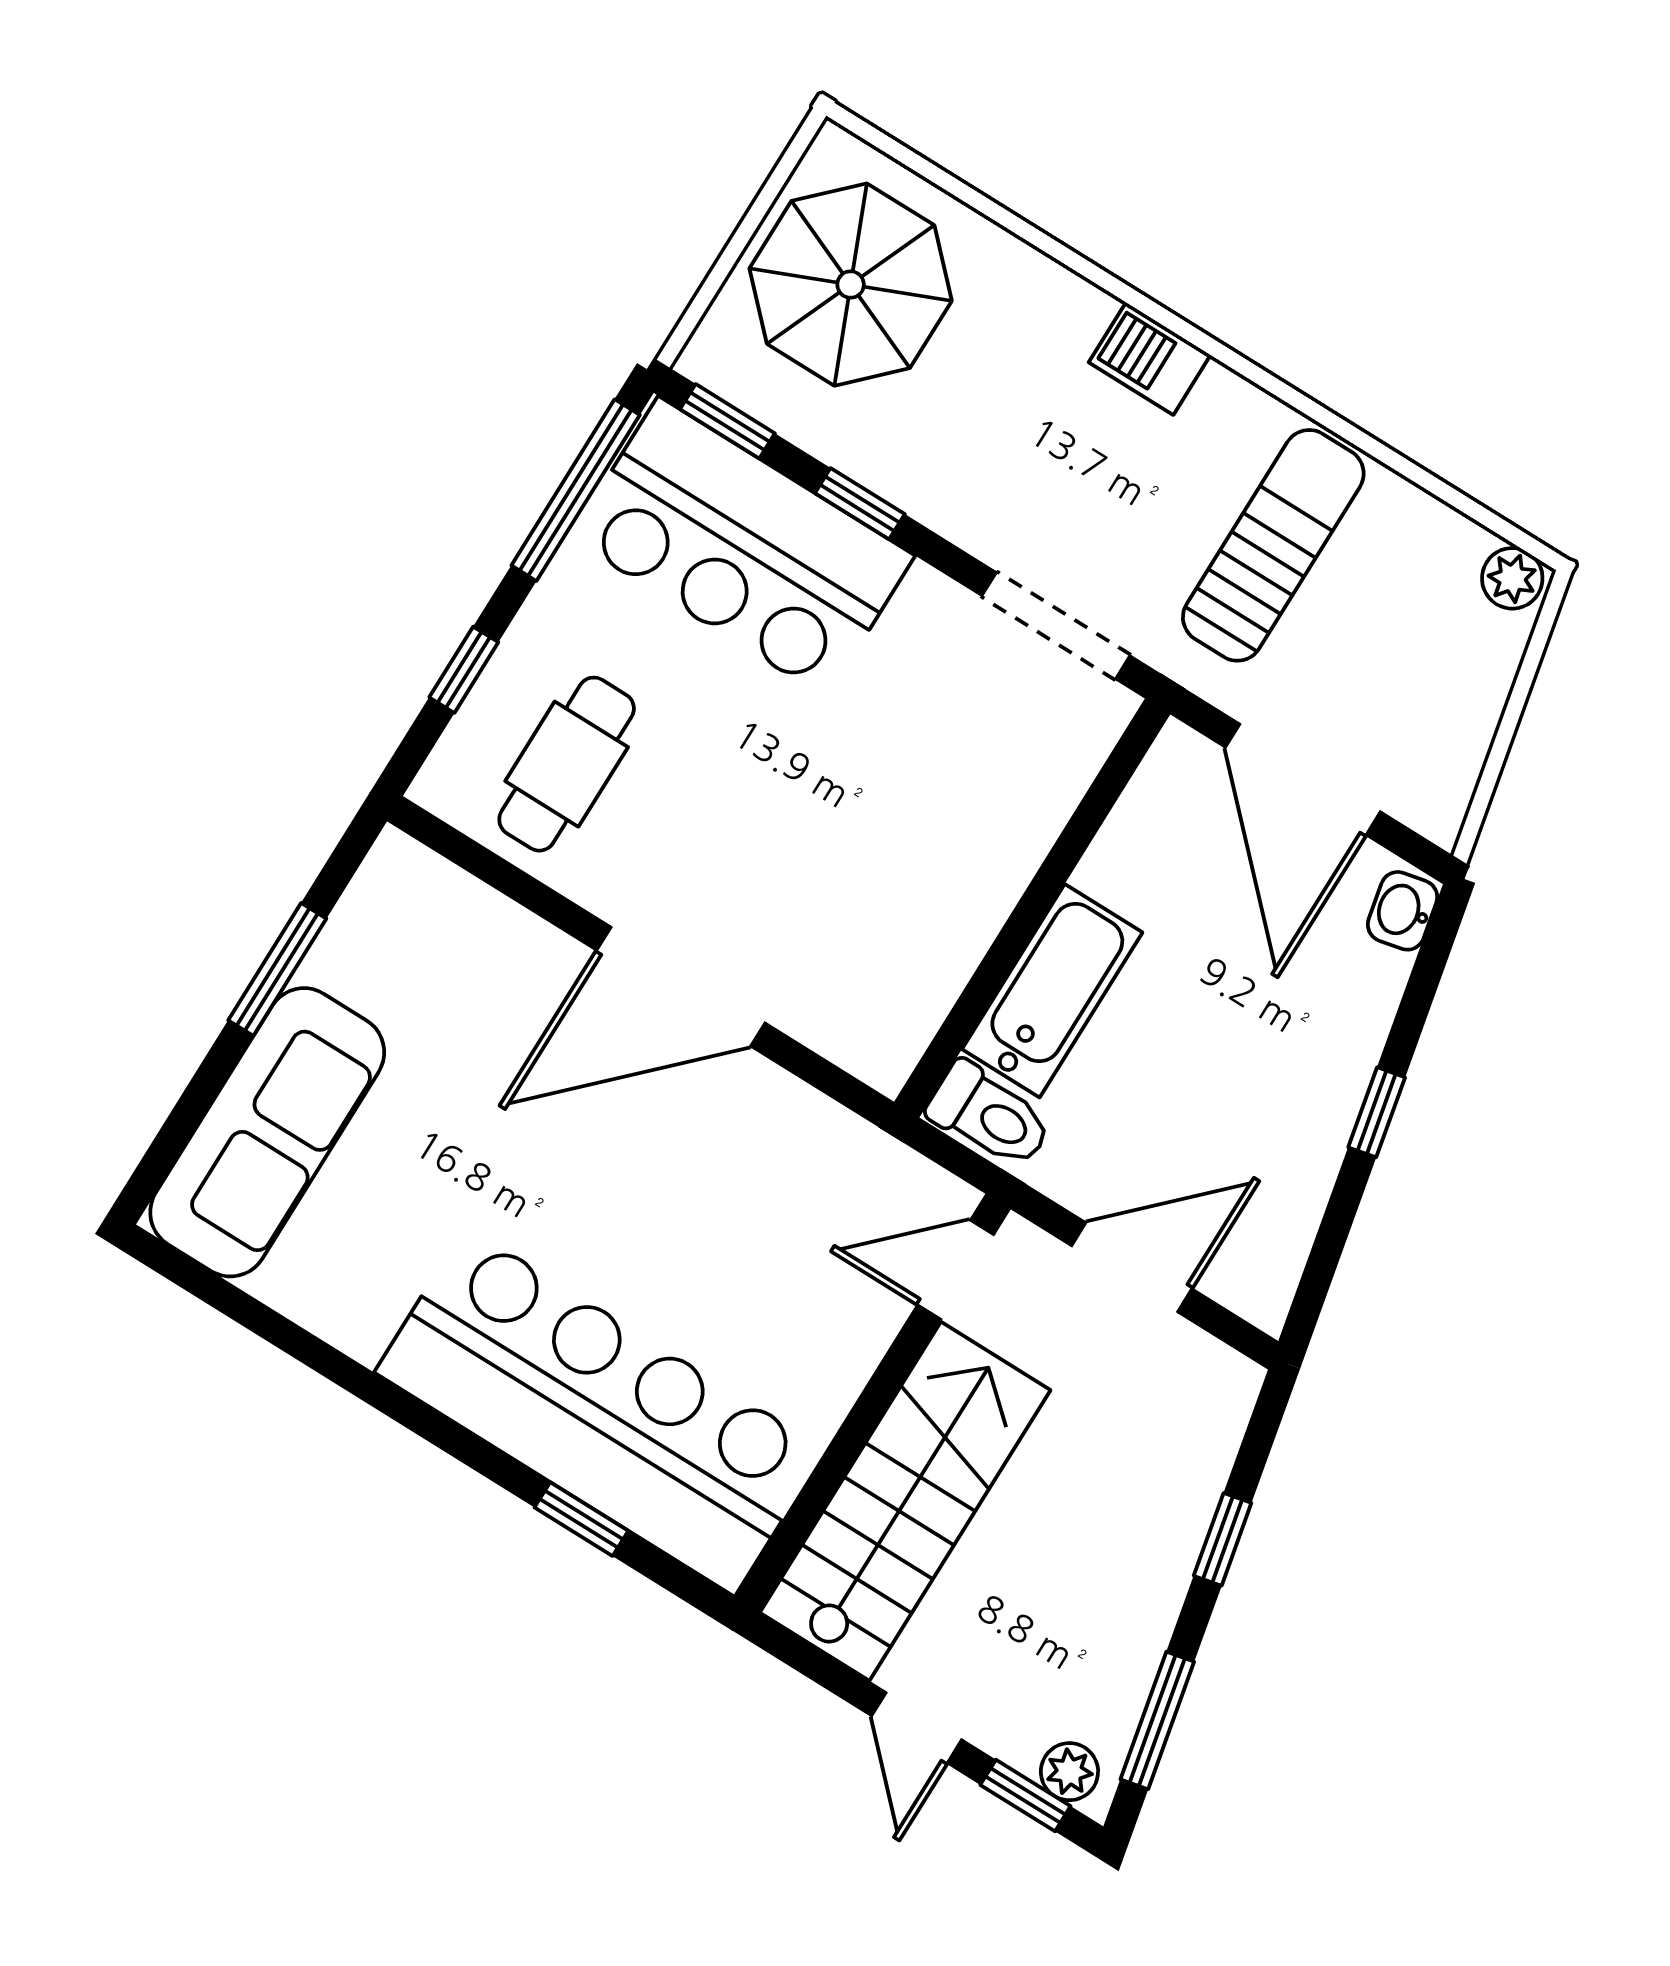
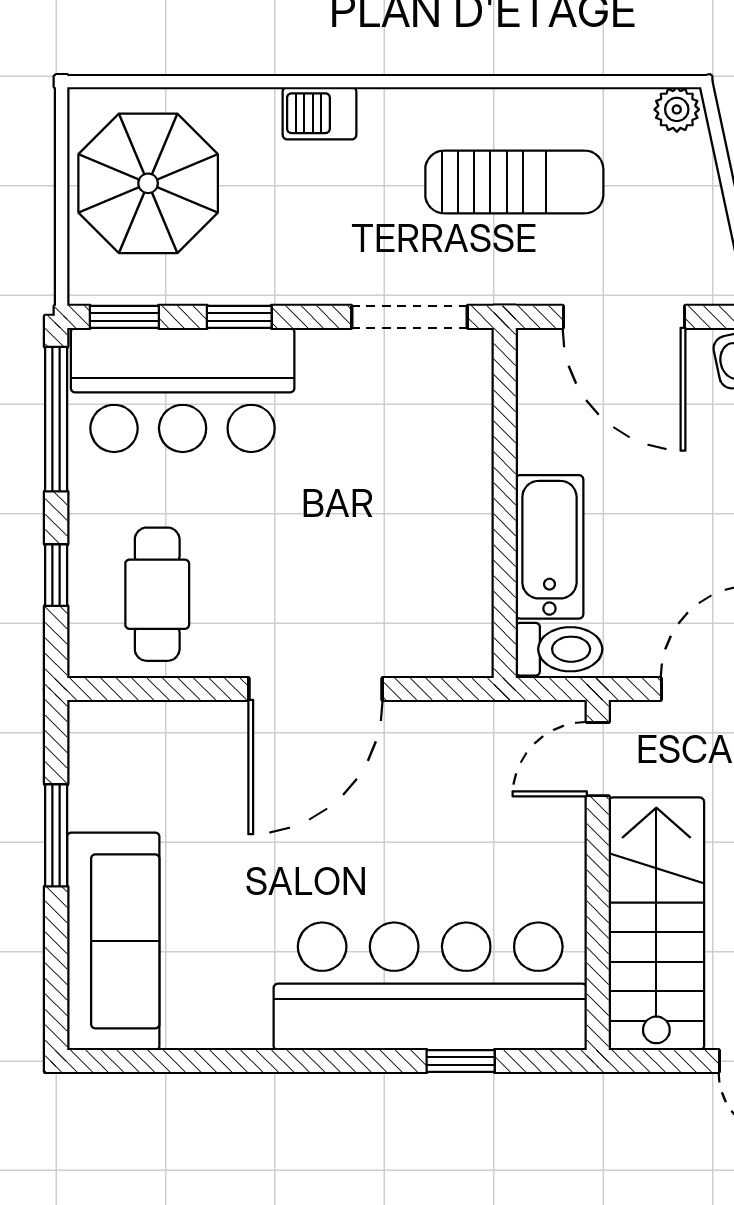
barbecue: (1150, 359) -> (319, 113), moved
sun lounger: (1273, 545) -> (514, 182), turned 90

